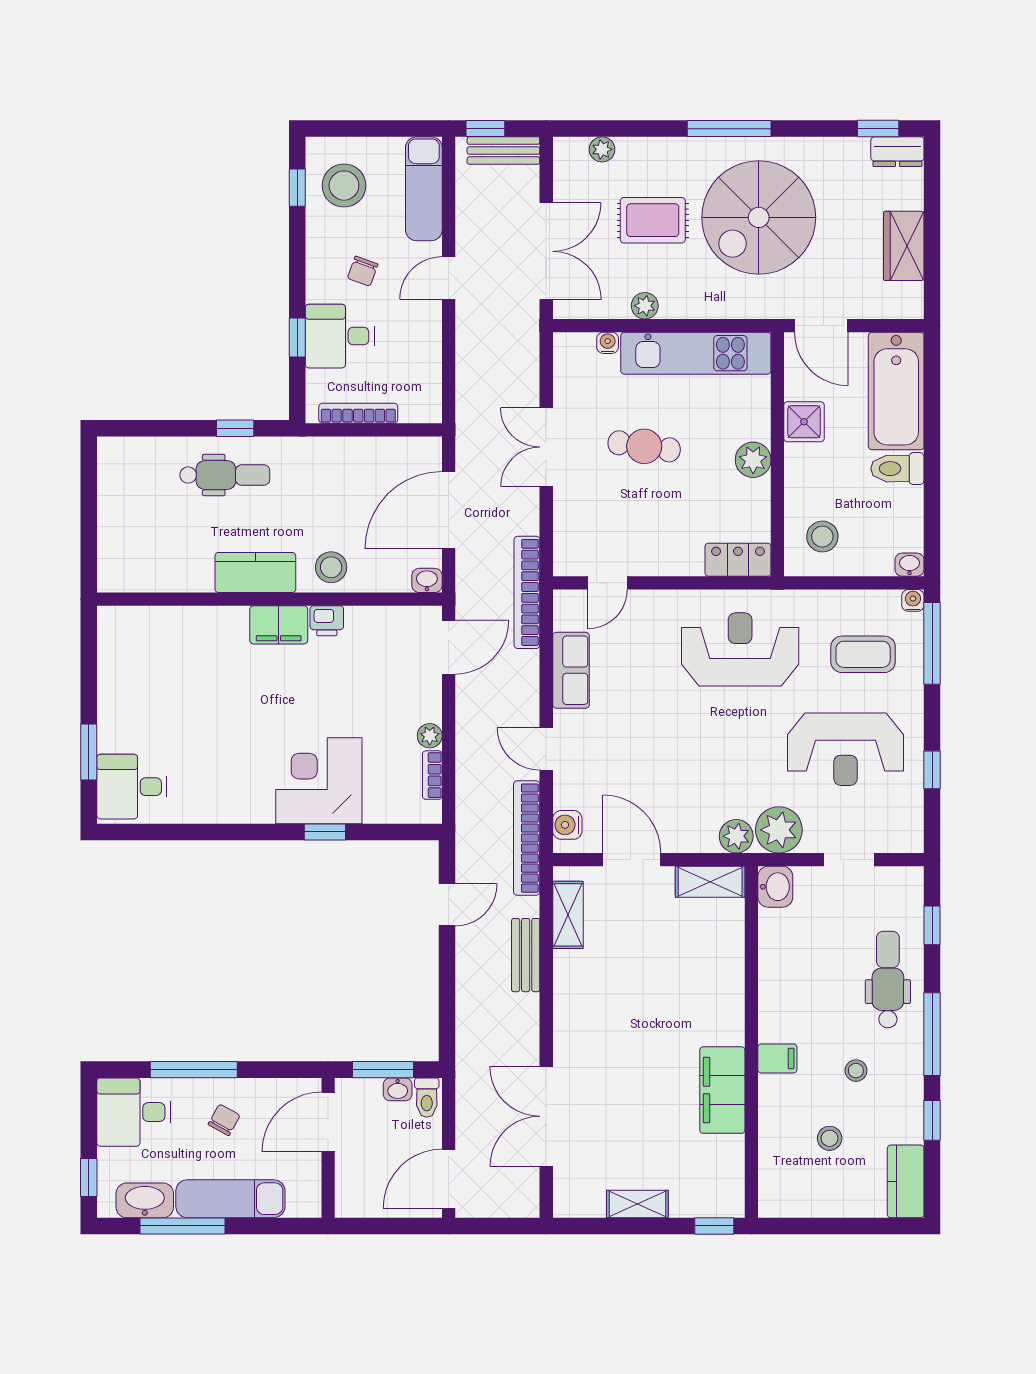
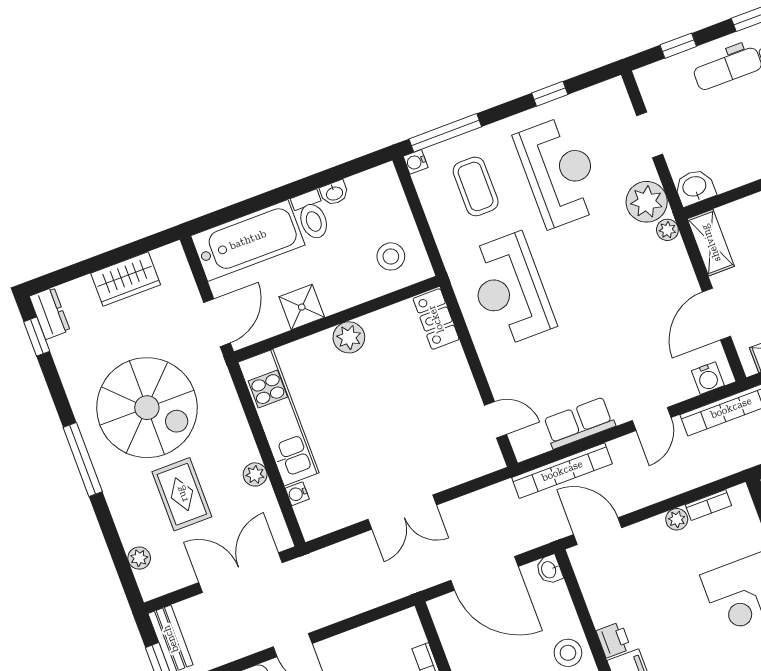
cafe table: (644, 446) -> (371, 432), removed
washbasin: (910, 565) -> (334, 193), moved, turned -90
bookcase: (527, 592) -> (562, 471), moved
plant: (736, 836) -> (667, 230), width x0.73, depth x0.73

